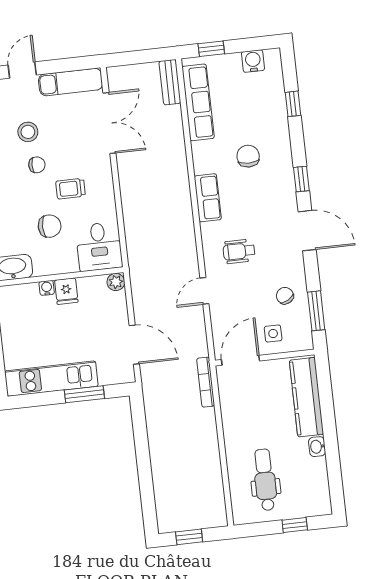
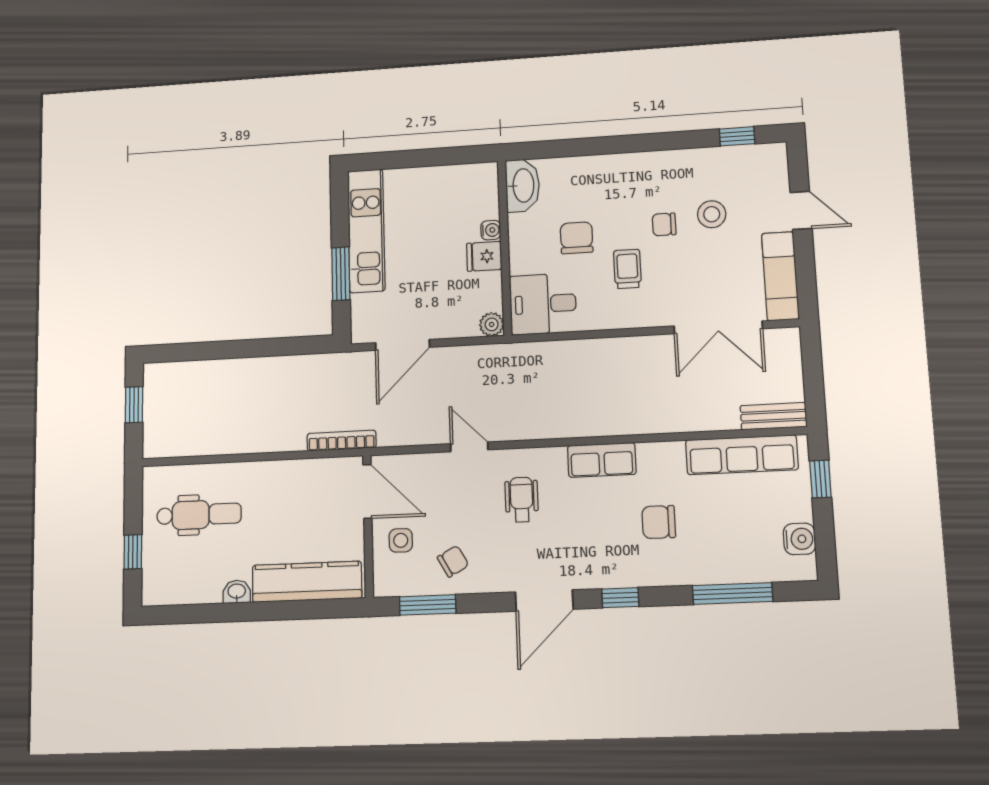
window: (293, 104) -> (732, 593), width x2.17
chair: (248, 156) -> (659, 522), turned 180
chair: (37, 165) -> (664, 224), turned 90
chair: (50, 226) -> (577, 238), turned 180

